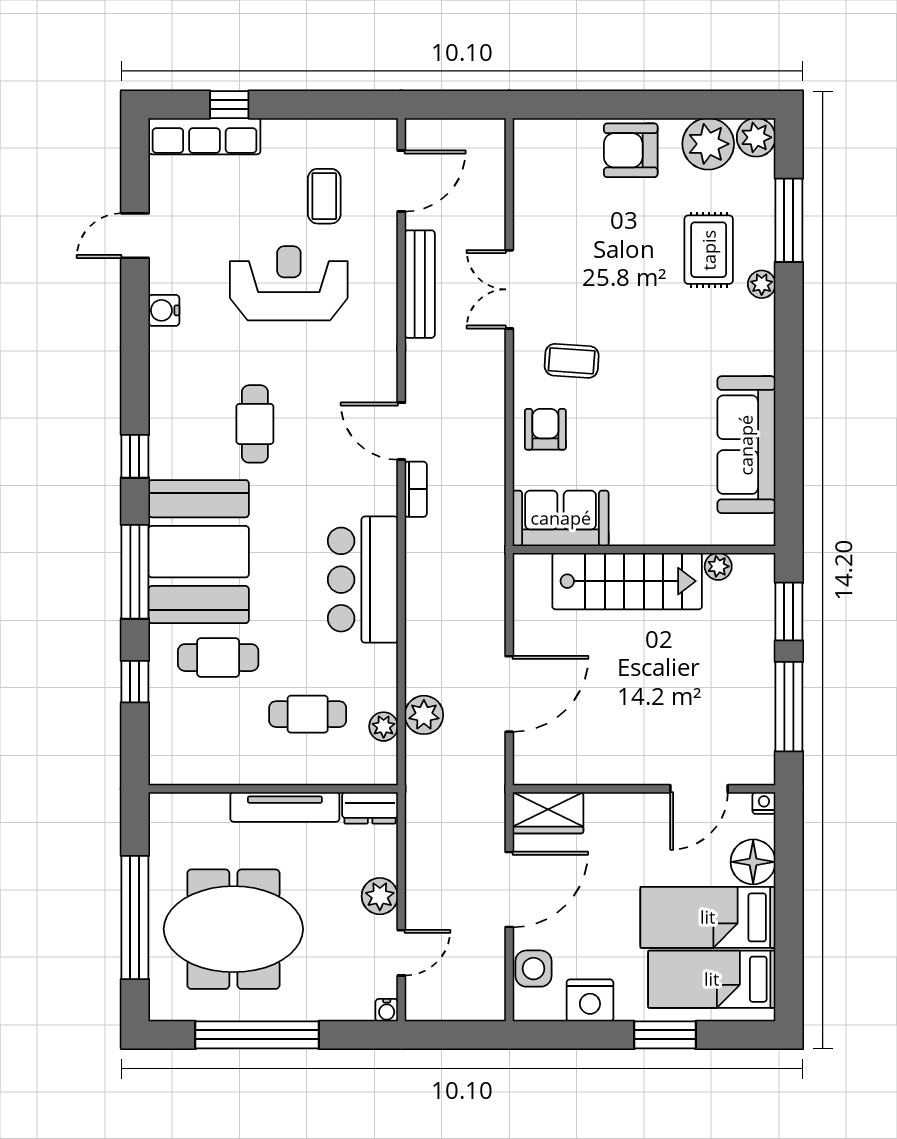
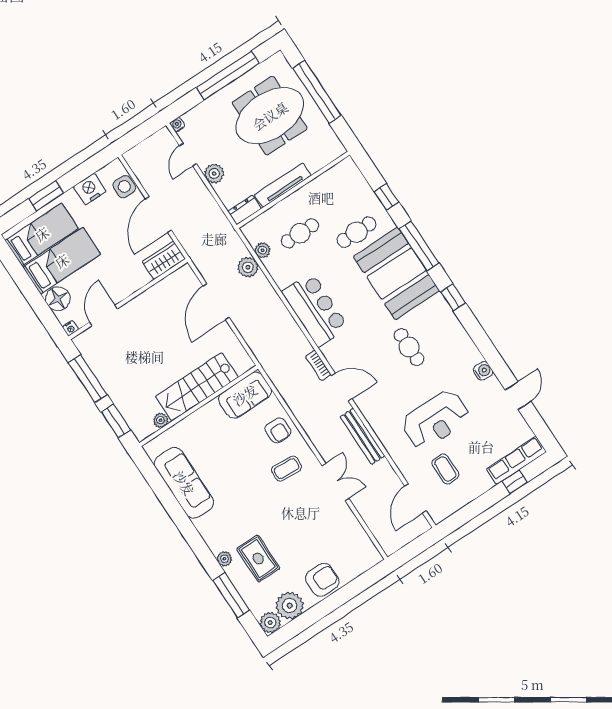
bench: (420, 284) -> (363, 436), moved

